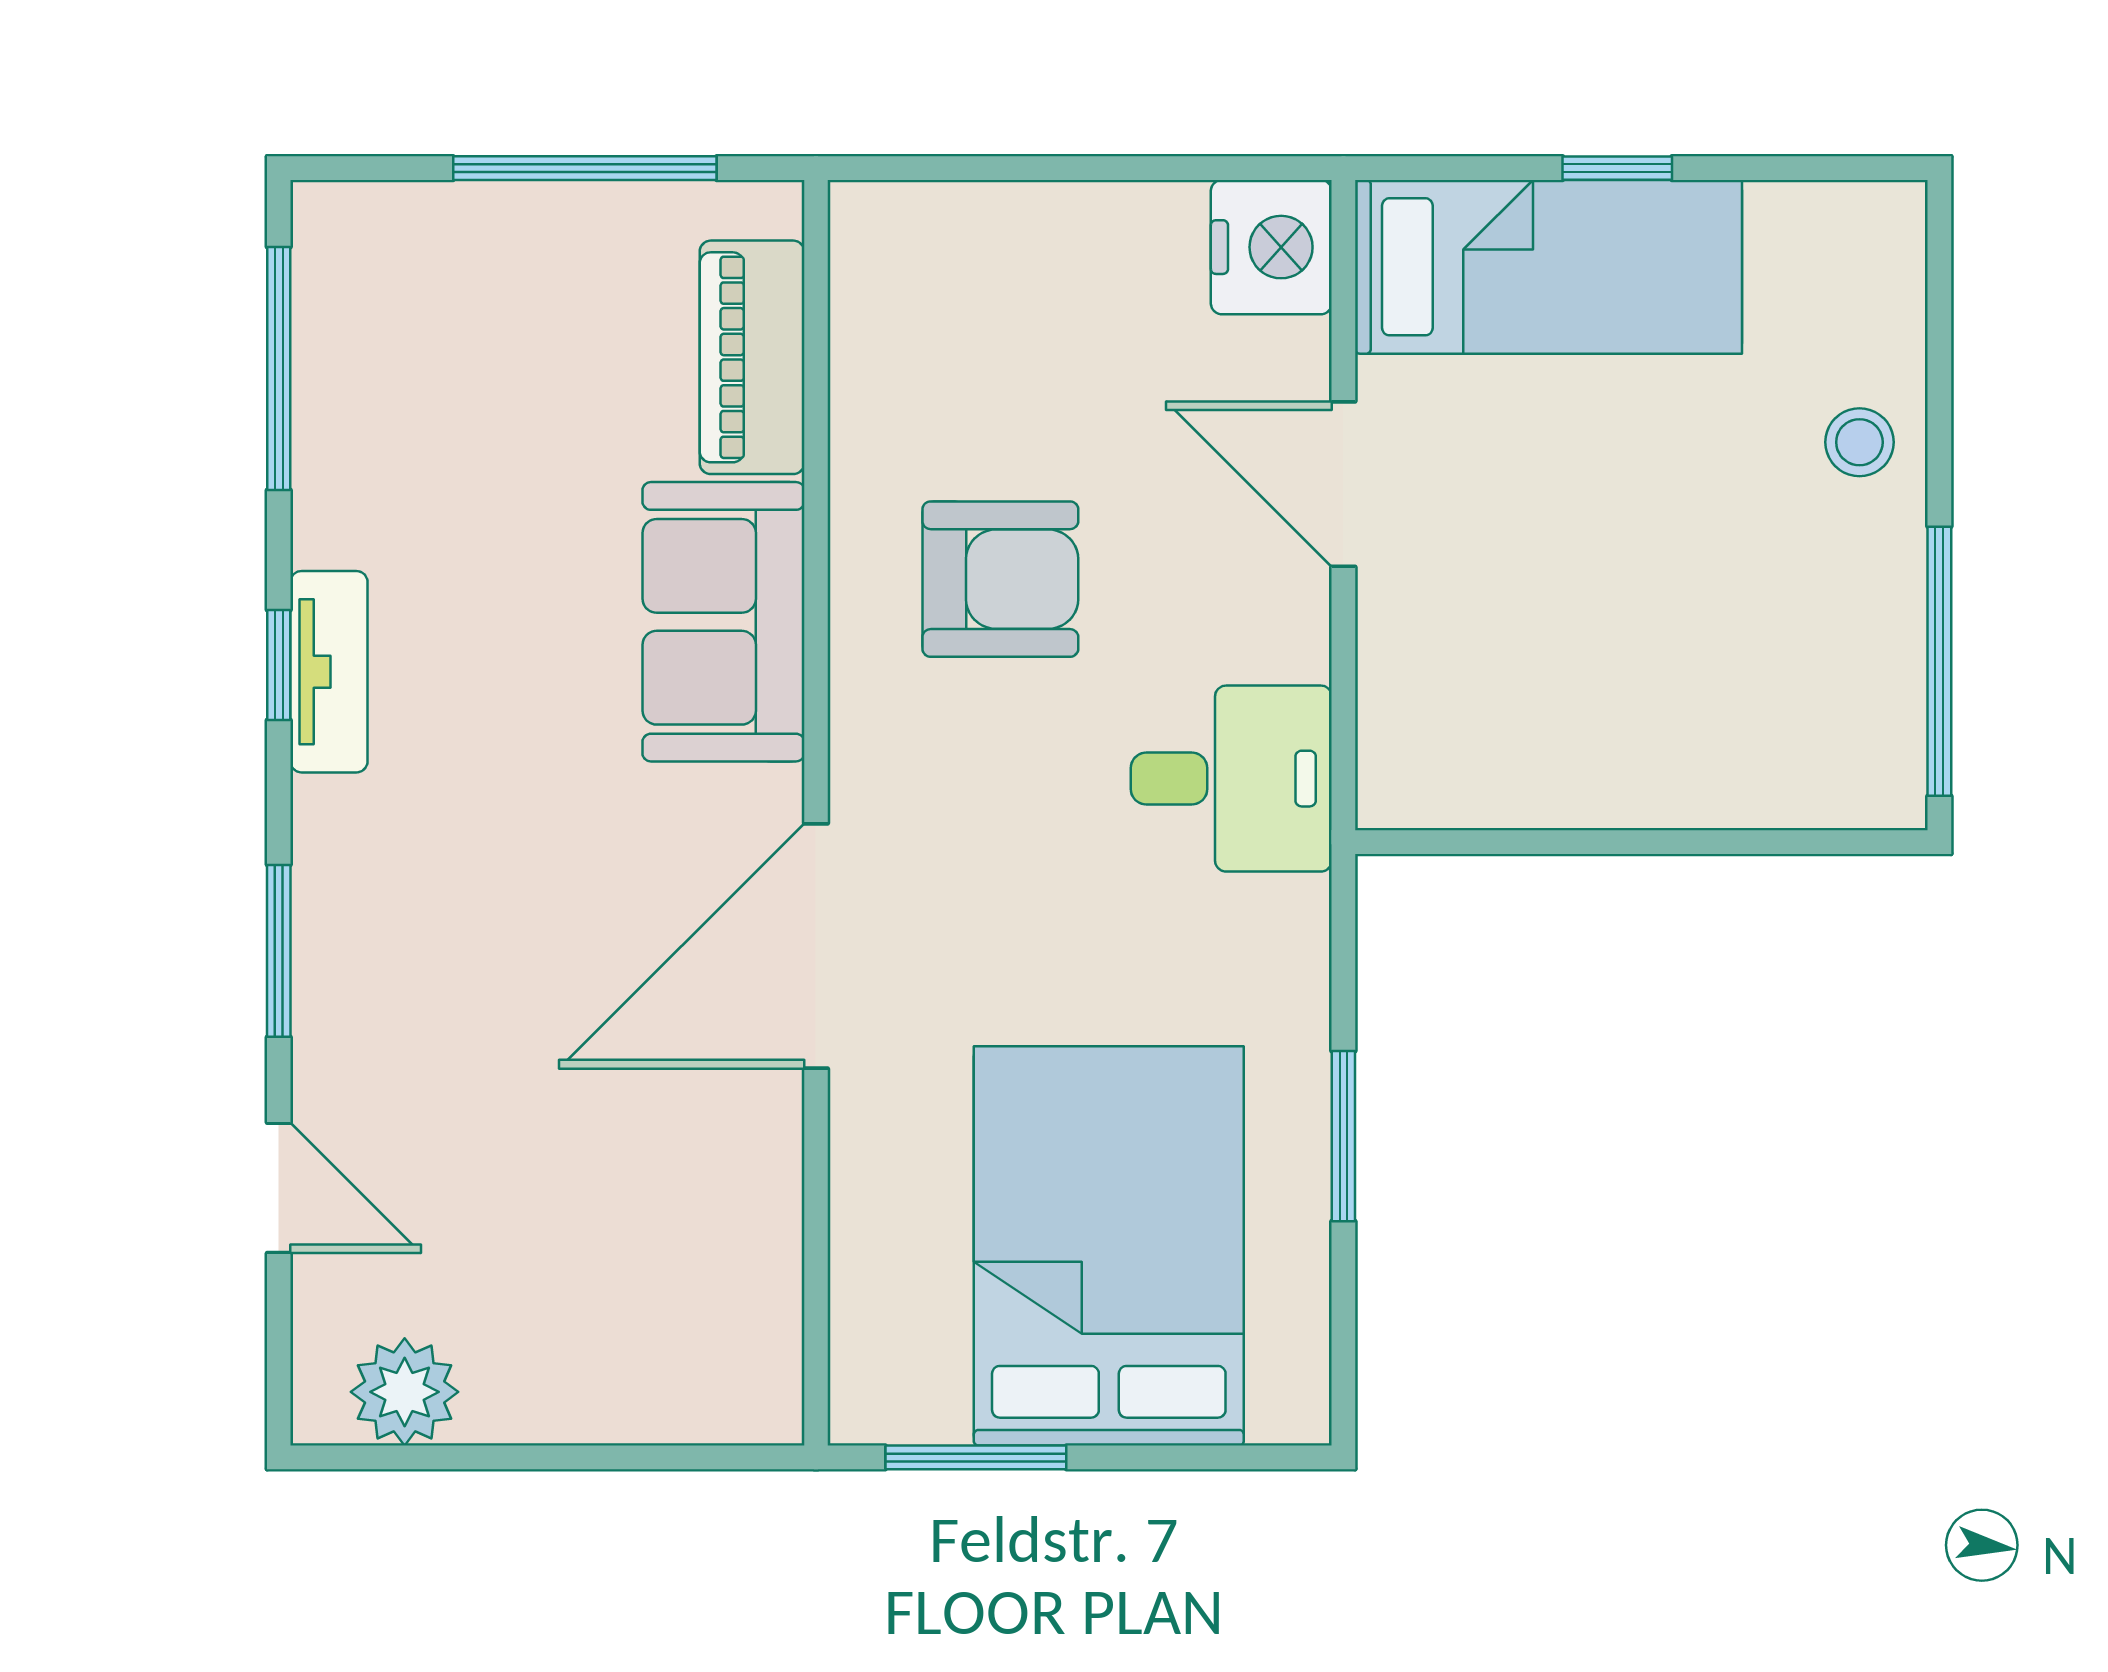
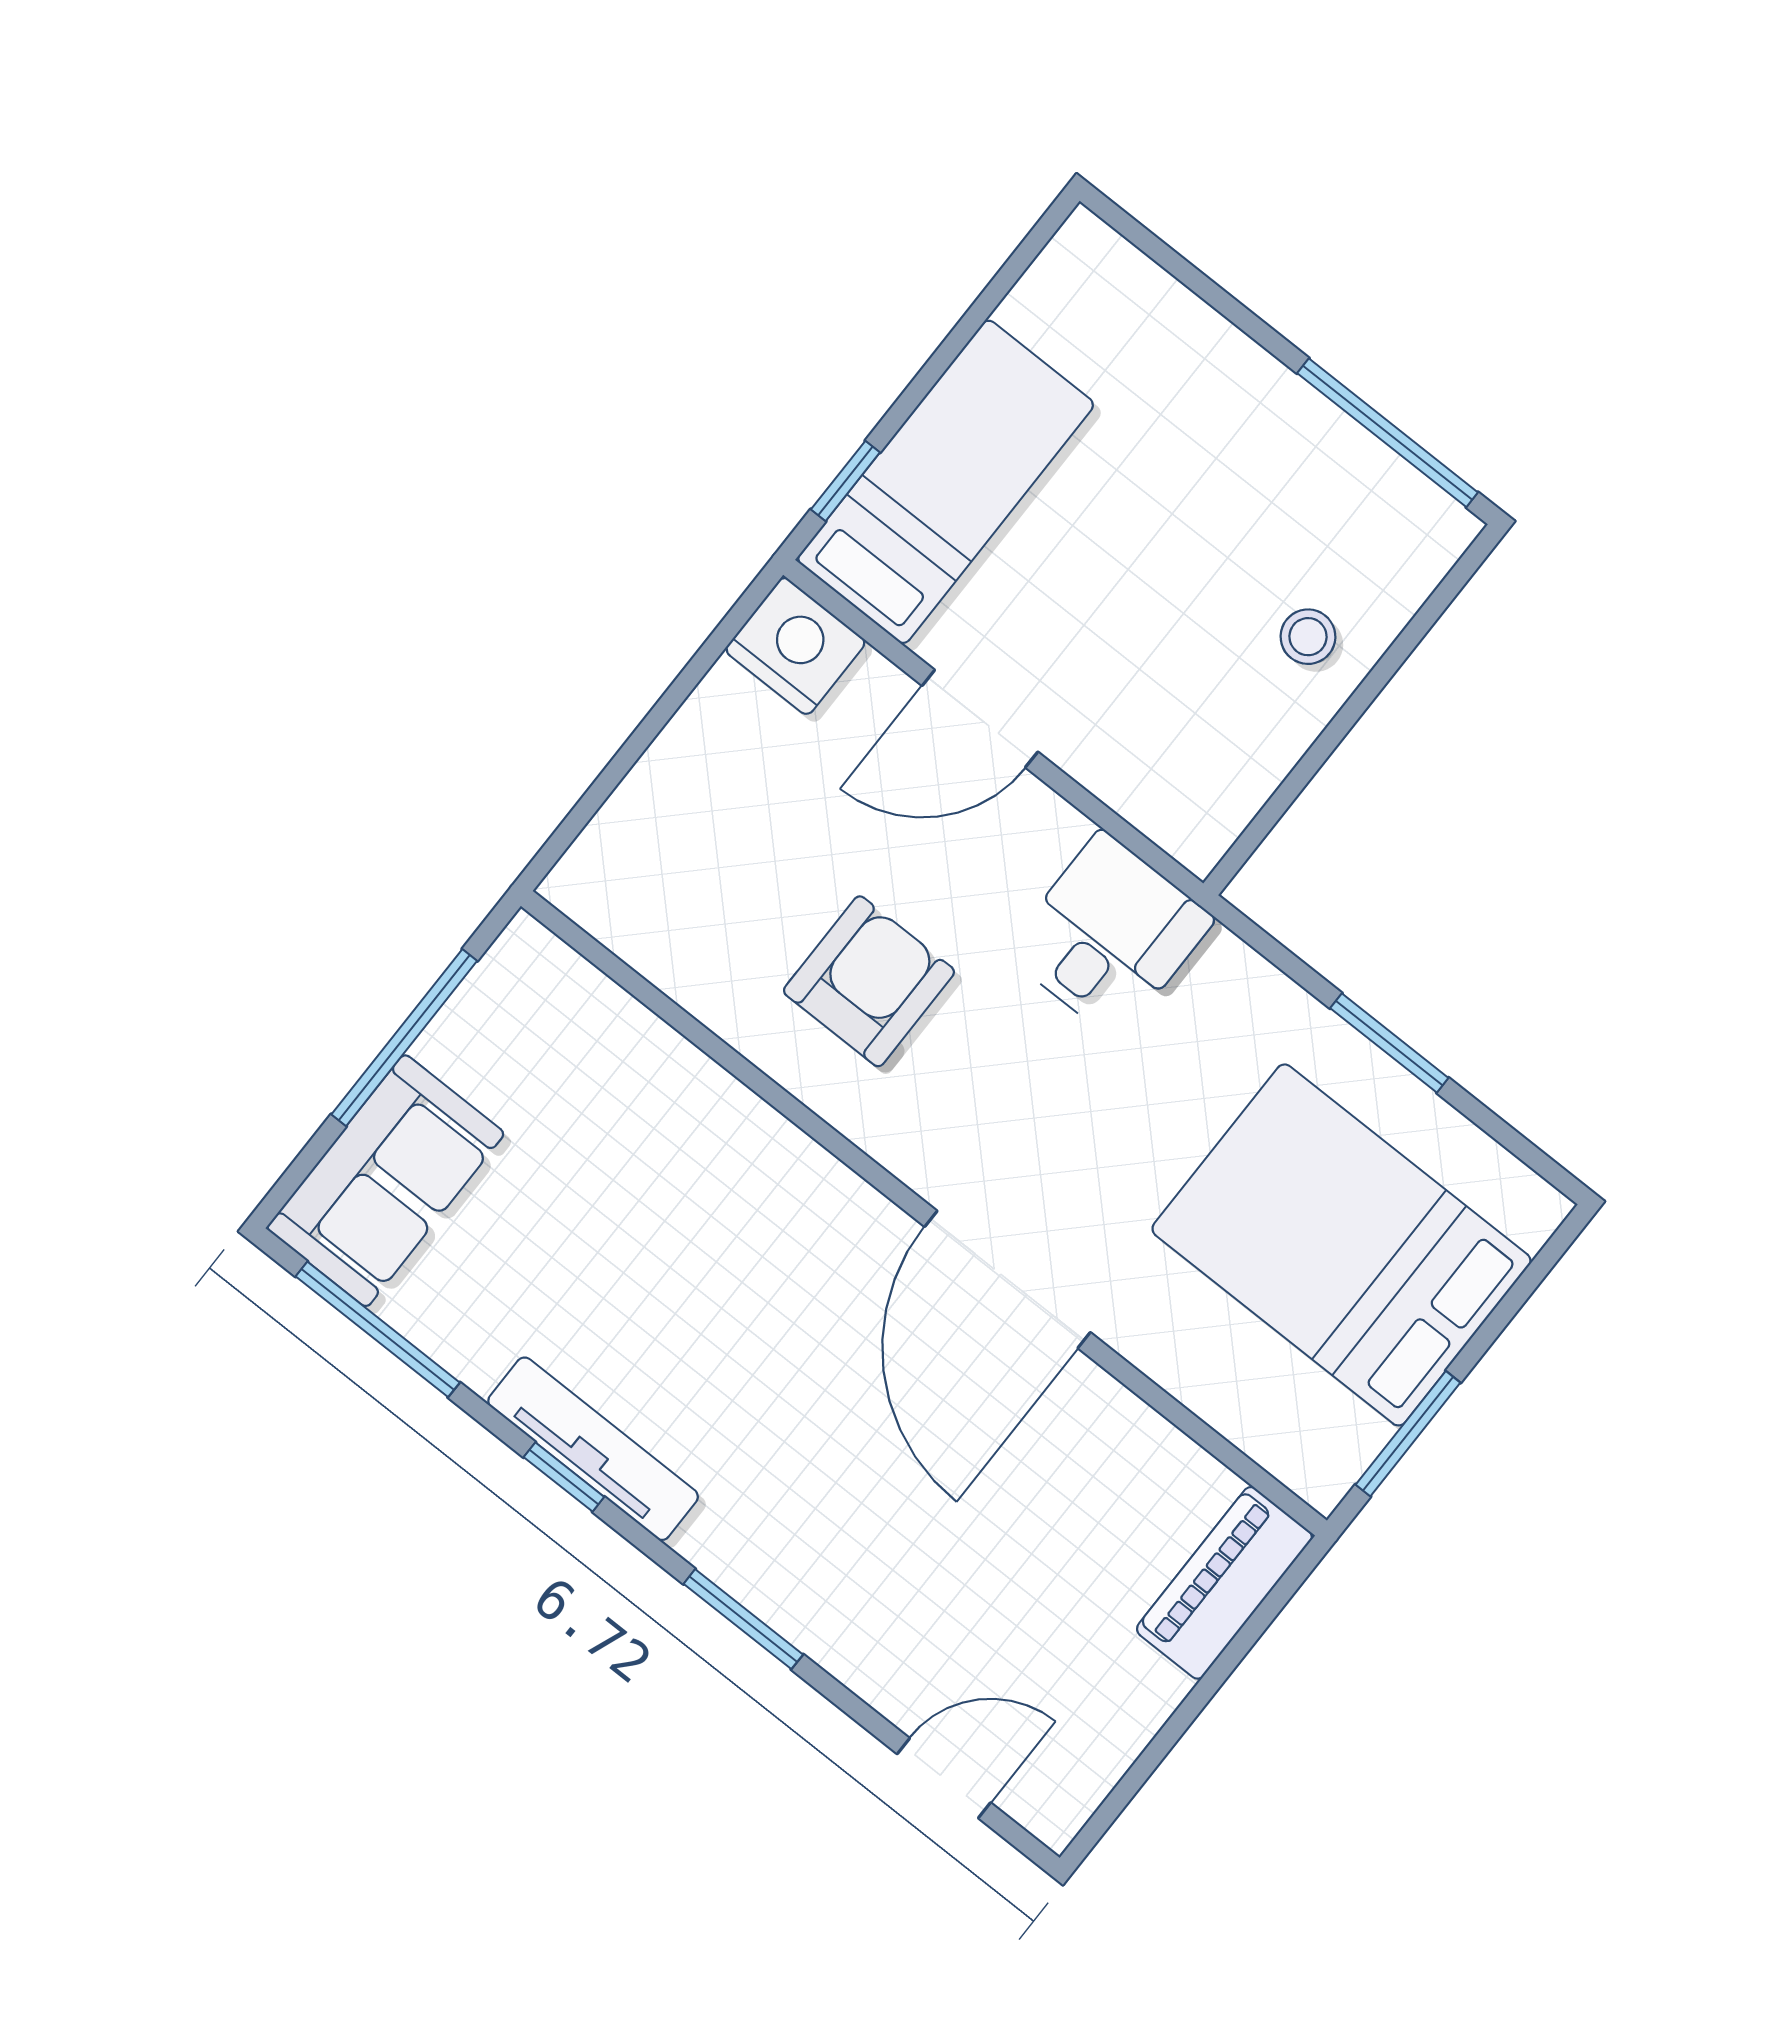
window: (1617, 168) -> (845, 481), moved
piano: (752, 357) -> (1224, 1583), moved, turned 90
stool: (1859, 442) -> (1308, 637), moved
sofa: (723, 622) -> (385, 1181), moved, turned -90
tv unit: (329, 672) -> (593, 1449), width x1.41
door: (279, 1188) -> (944, 1778), moved
plant: (405, 1392) -> (1083, 1760), removed

